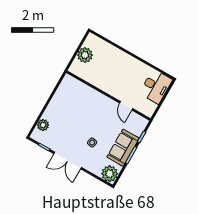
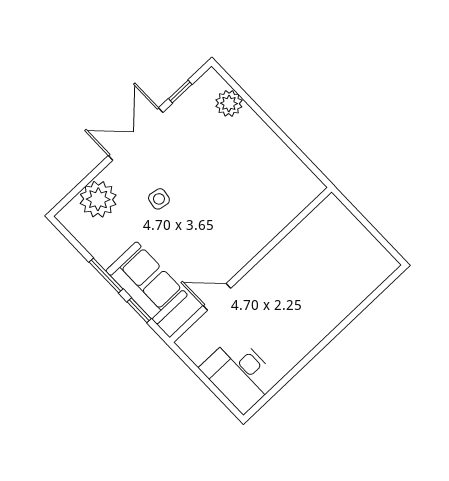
plant: (85, 55) -> (354, 240), removed
sofa: (123, 148) -> (147, 283), moved
plant: (110, 174) -> (98, 199), moved

